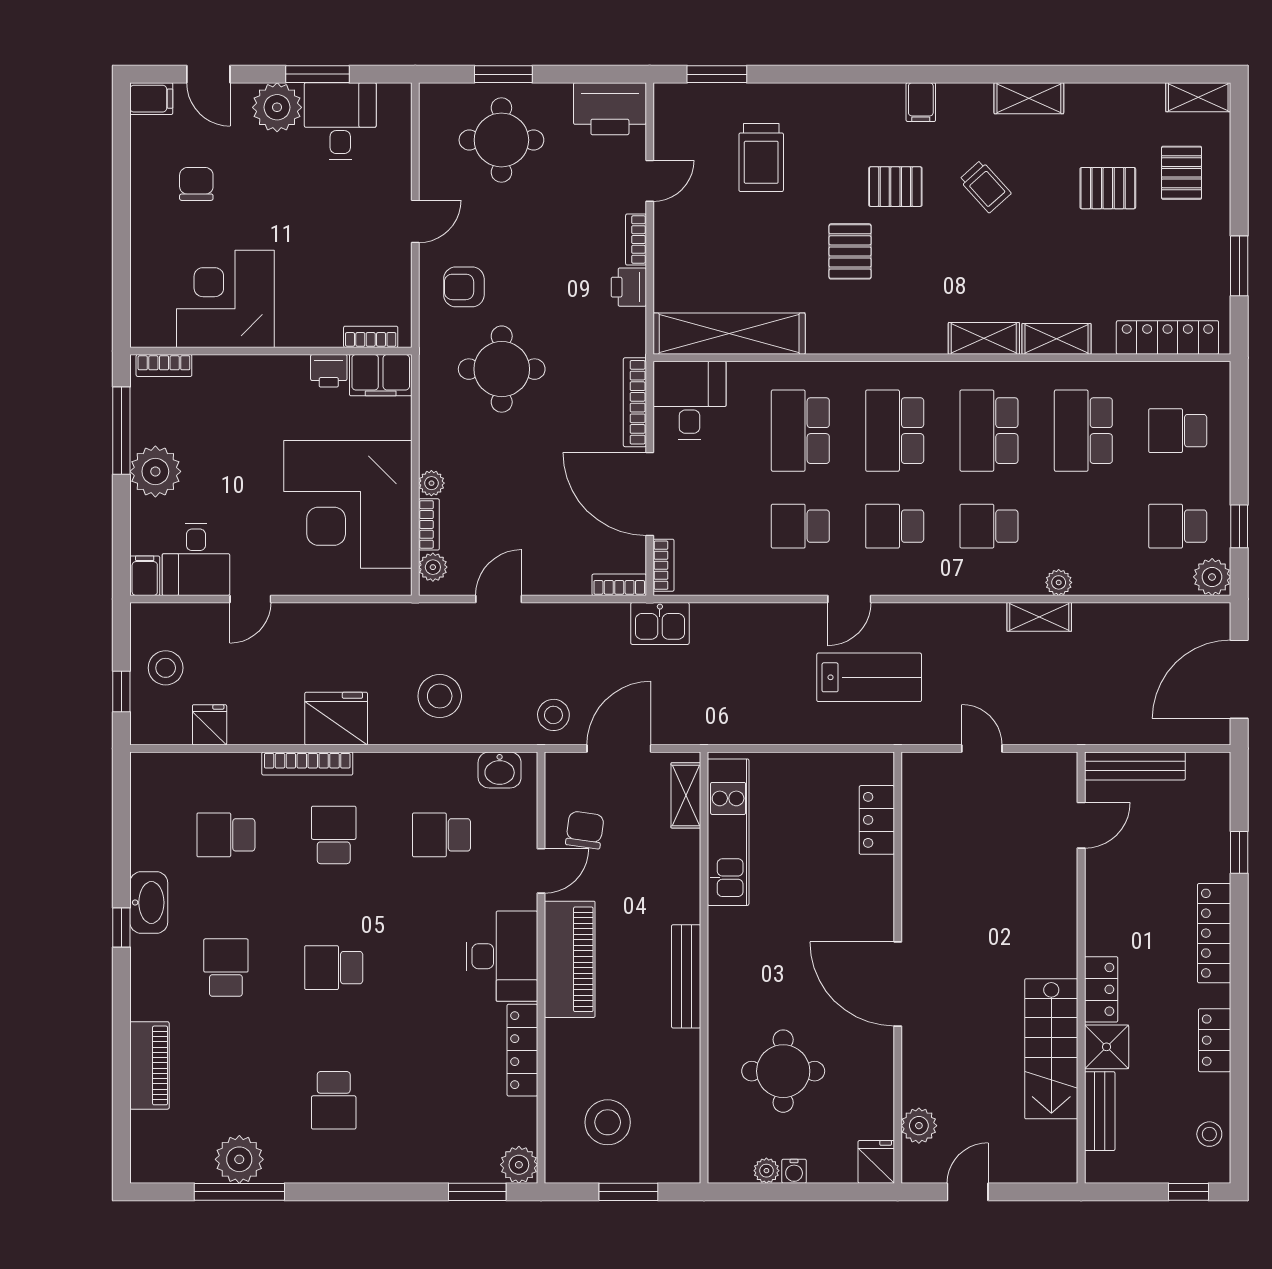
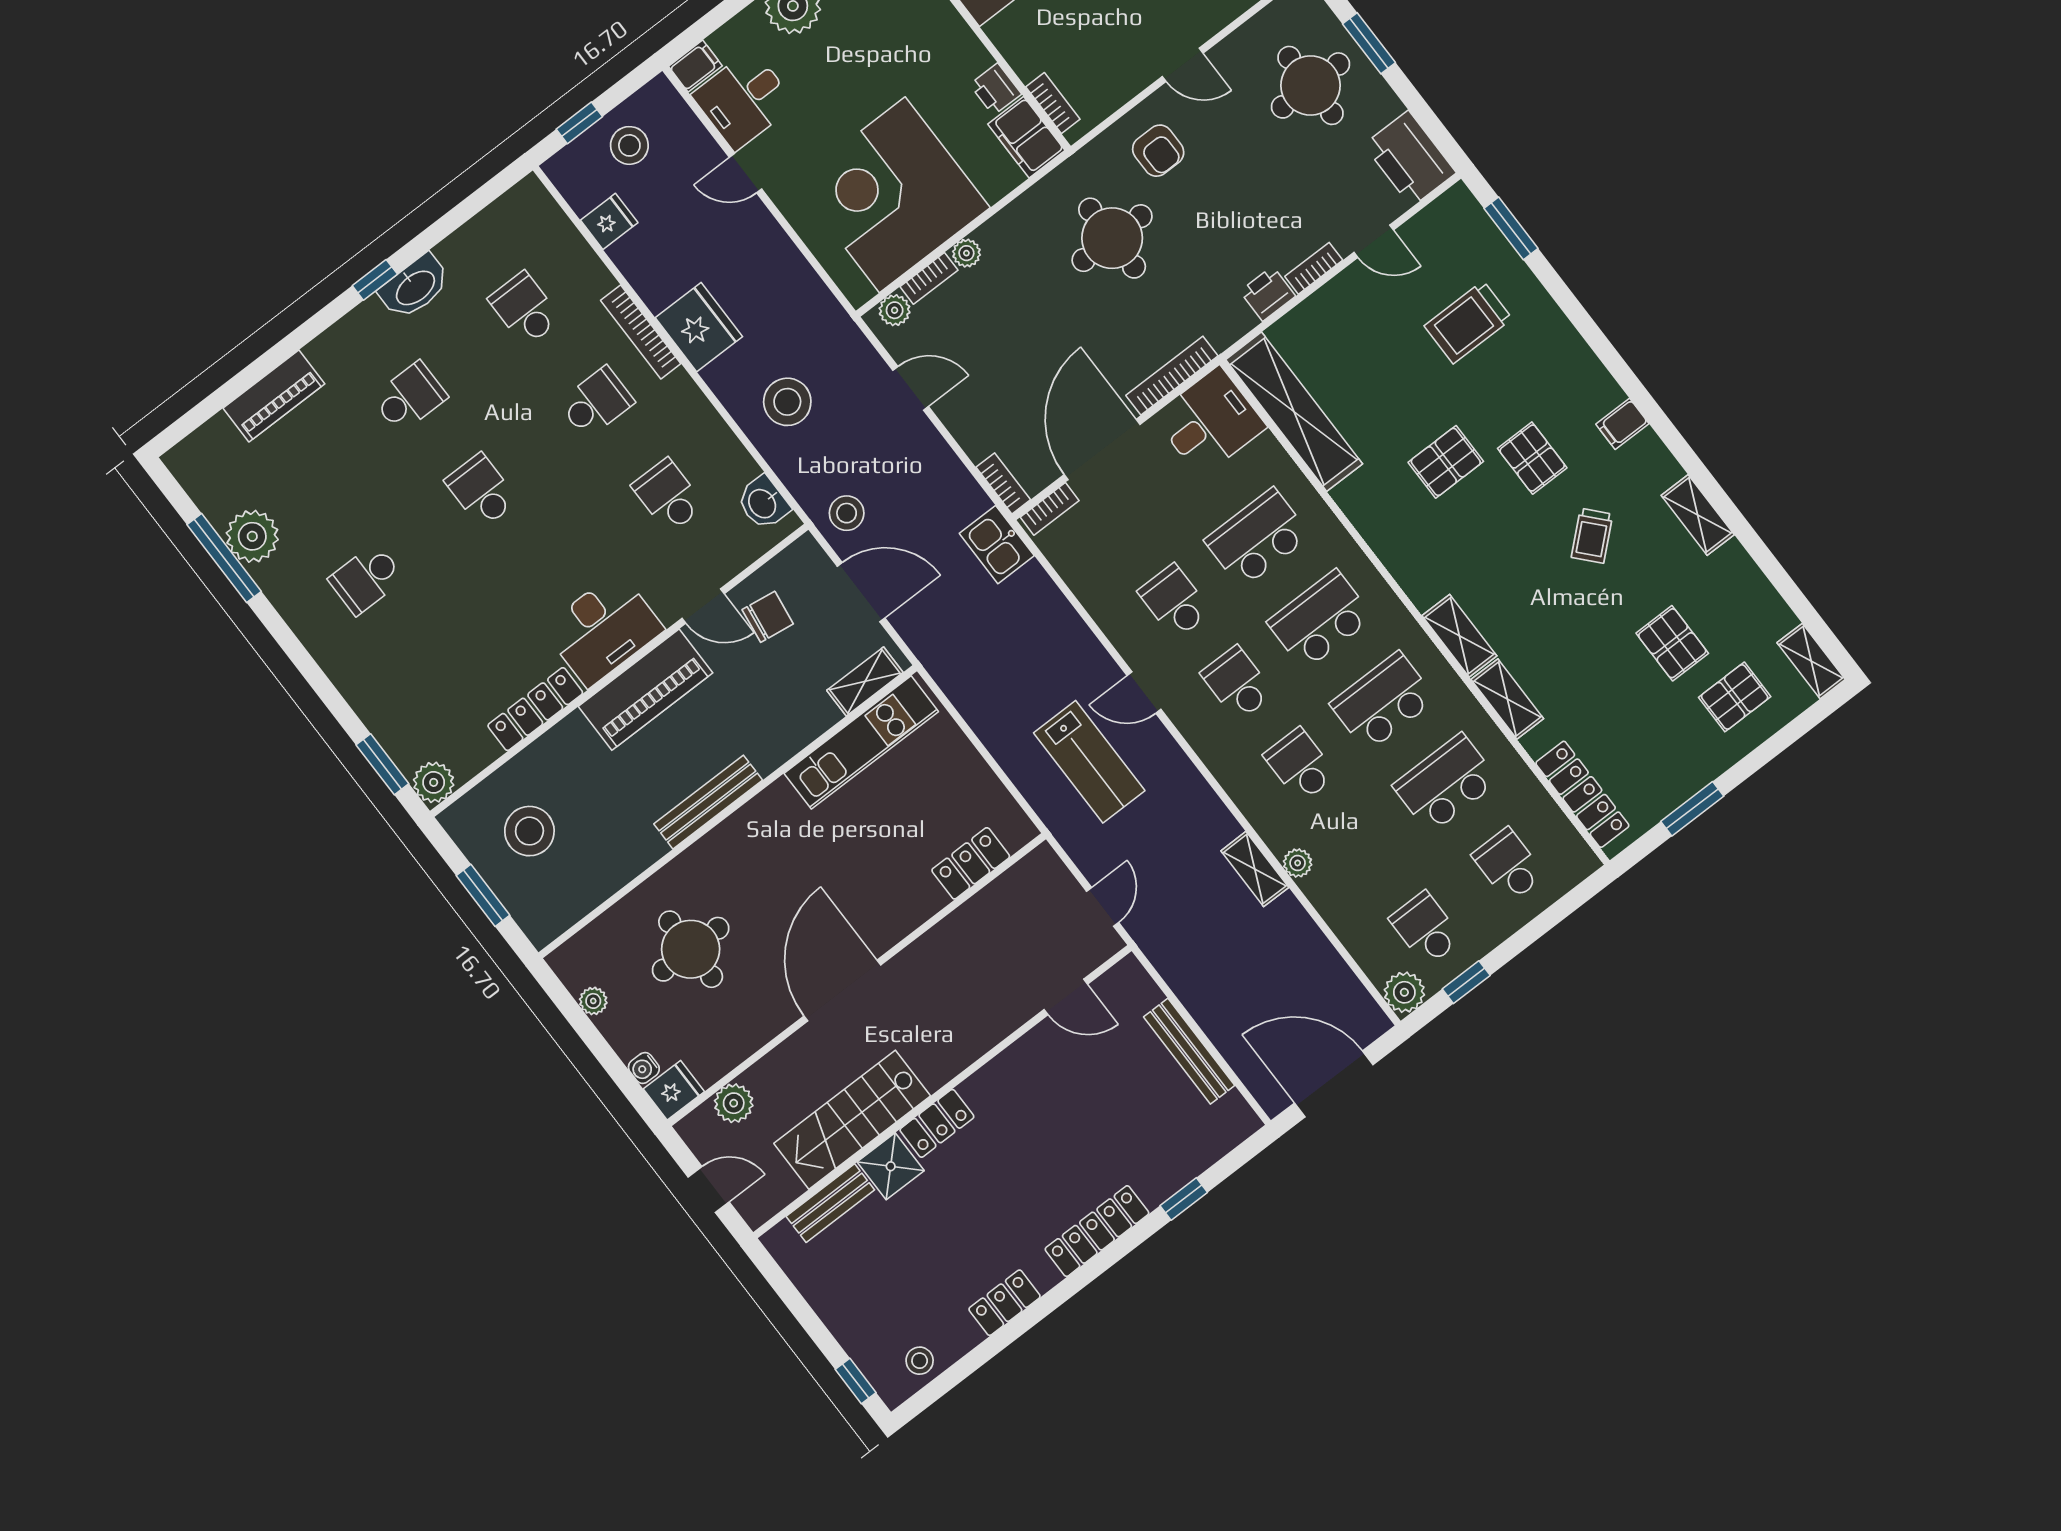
armchair: (464, 287) -> (1158, 151), turned 180
door: (1081, 825) -> (1066, 997), moved
wall: (1081, 968) -> (942, 1092), moved
locker: (1101, 989) -> (937, 1123), moved
shower: (1107, 1047) -> (891, 1166), moved
stairs: (1051, 1049) -> (852, 1120), moved
bench: (1100, 1111) -> (830, 1203), moved
water cooler: (794, 1171) -> (644, 1068), moved

